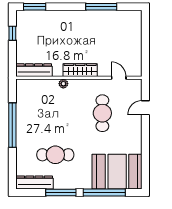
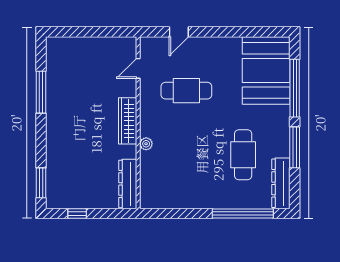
door: (145, 108) -> (179, 32), hinge flipped
window: (12, 125) -> (243, 213), moved

